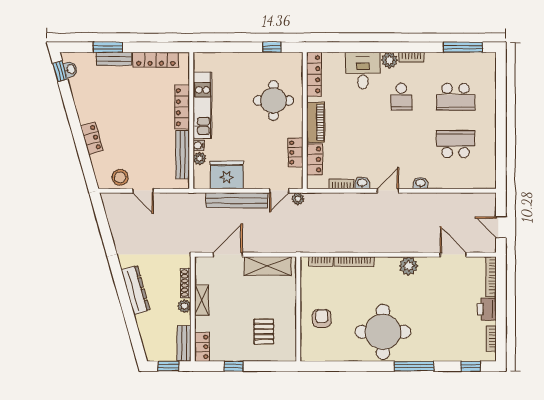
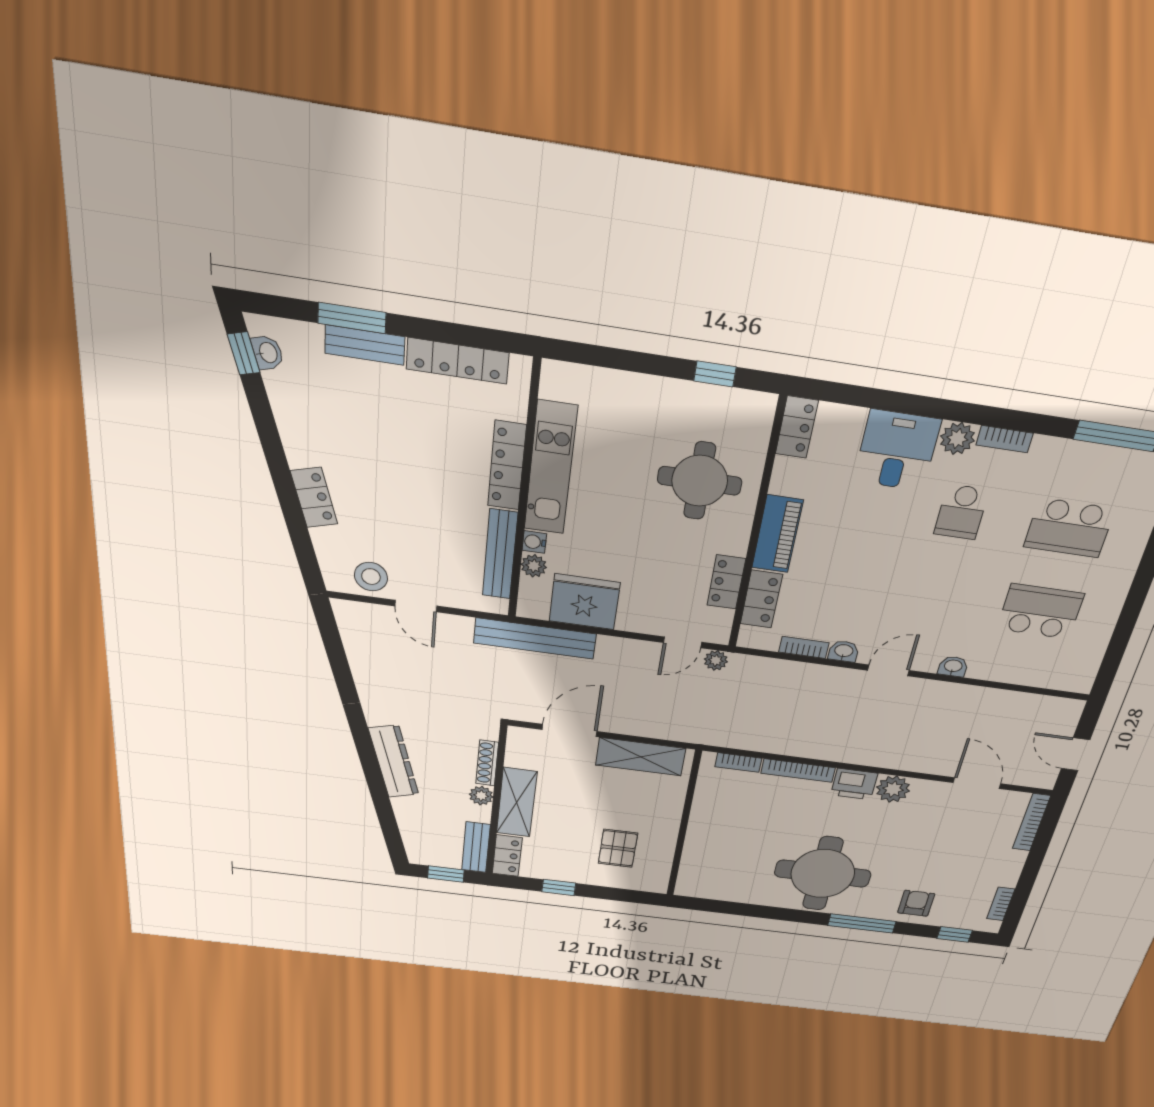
locker: (314, 74) -> (797, 427), width x0.66
bench: (237, 200) -> (535, 638), moved
shelving: (202, 300) -> (517, 802), width x1.50, depth x1.33
printer: (487, 309) -> (854, 784), moved, turned -90
armchair: (322, 318) -> (916, 903), moved

